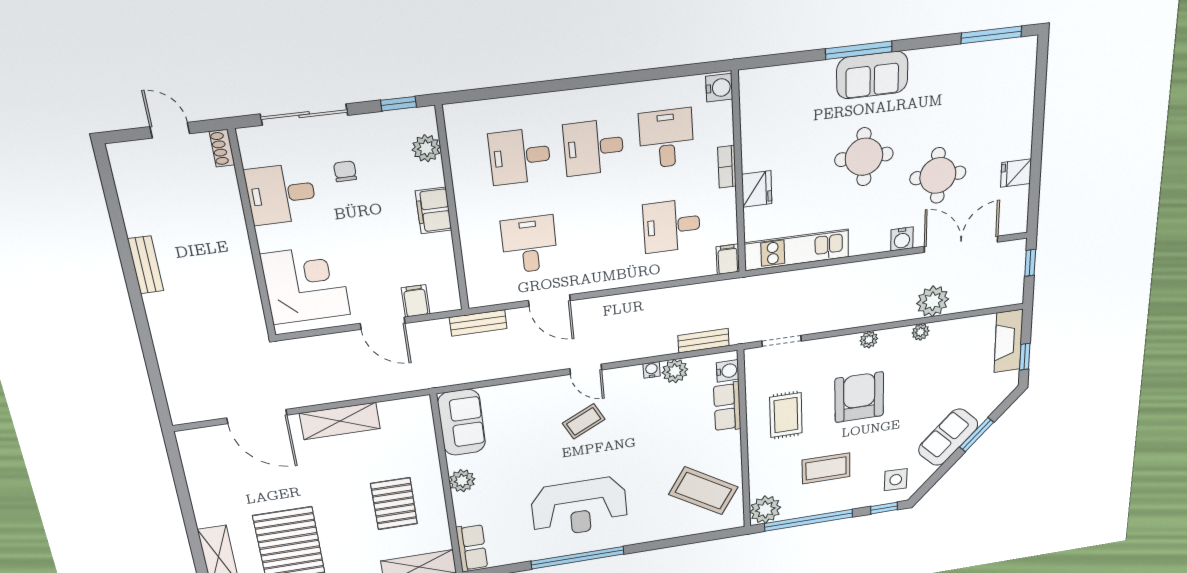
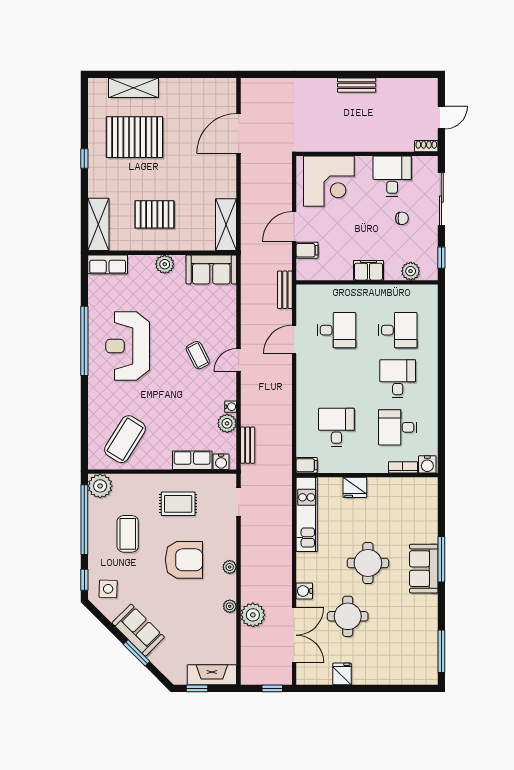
desk: (666, 138) -> (398, 427), turned 180
desk: (520, 156) -> (398, 330), turned 90
bookcase: (727, 167) -> (403, 467), moved
shelving: (340, 421) -> (226, 225), moved

